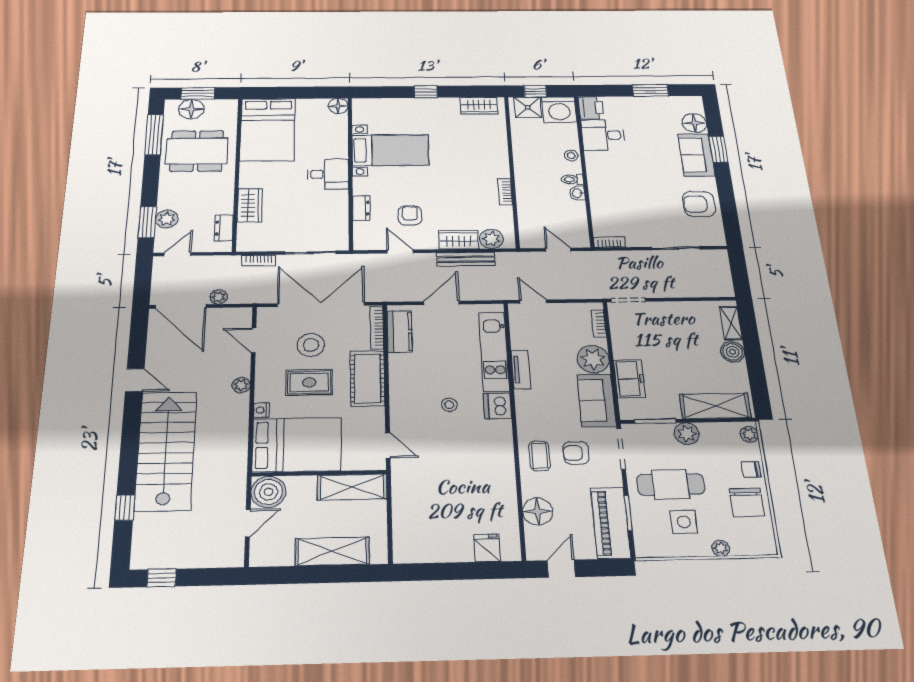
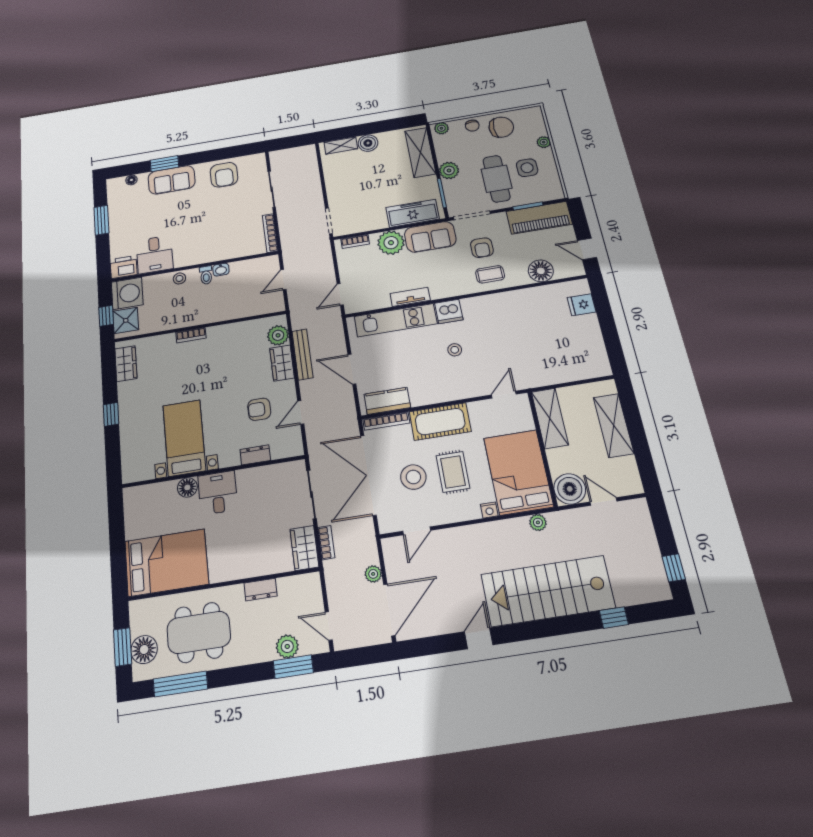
floor lamp: (338, 106) -> (187, 487), moved
floor lamp: (694, 123) -> (131, 180), width x0.53, depth x0.53
dining table: (197, 151) -> (199, 632), turned 90
bookcase: (505, 192) -> (191, 335), moved
wardrobe: (250, 205) -> (304, 548), moved, turned -90
dresser: (224, 228) -> (261, 590), moved
bookcase: (610, 242) -> (270, 233), width x1.56
freezer: (629, 379) -> (413, 213), width x1.40
plant: (241, 385) -> (538, 522), moved

